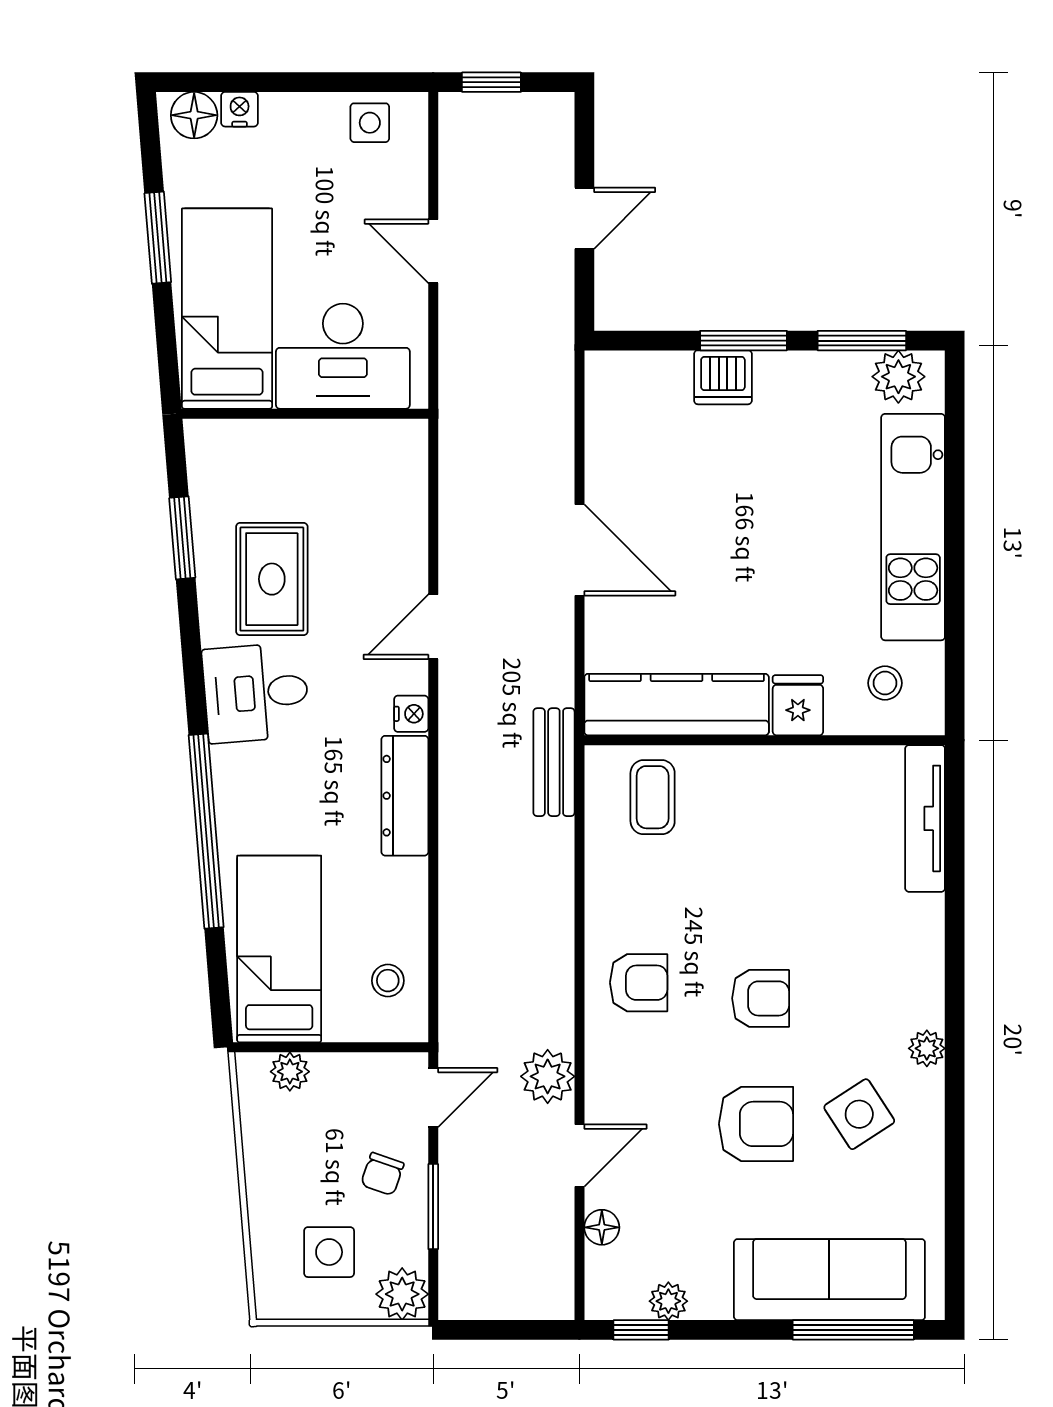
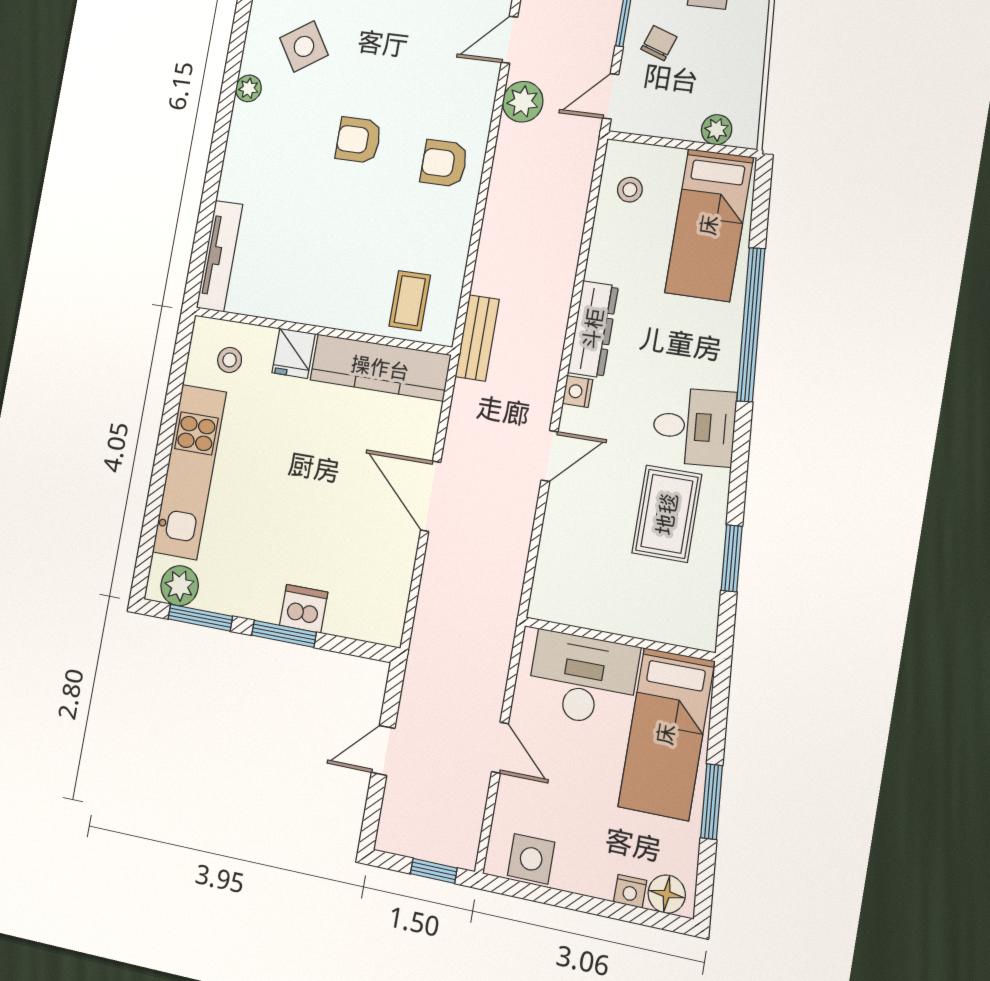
side table: (370, 123) -> (531, 859), width x1.37, depth x1.37
armchair: (756, 1124) -> (378, 48), removed

